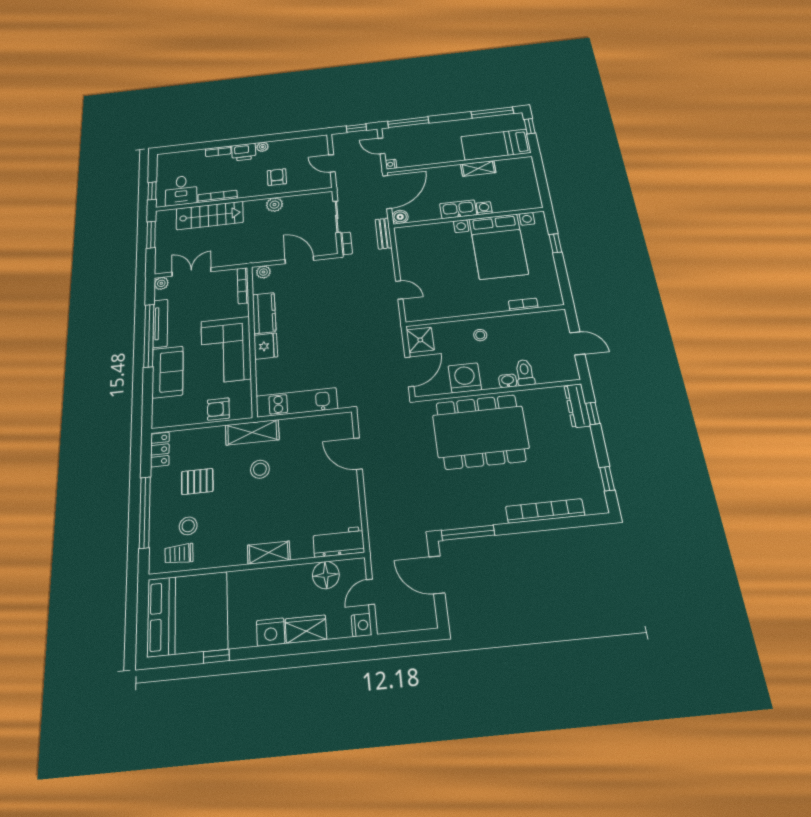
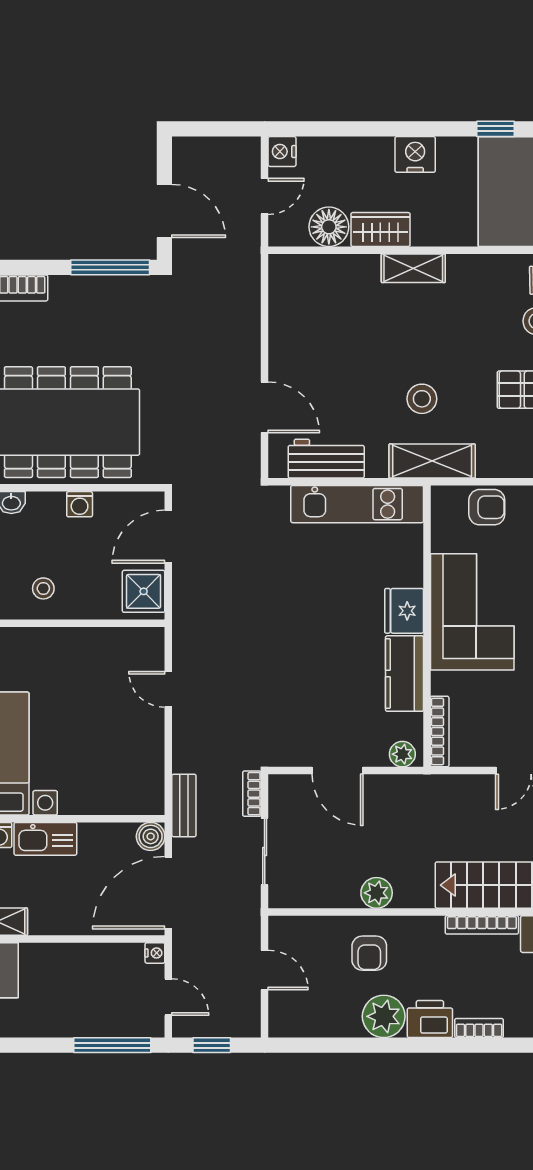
plant: (263, 147) -> (384, 1016), width x1.87, depth x1.87
washing machine: (465, 378) -> (80, 504), width x0.53, depth x0.53
workbench: (339, 542) -> (326, 459), moved, turned 180
wardrobe: (306, 629) -> (380, 229), moved, turned 180

